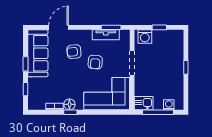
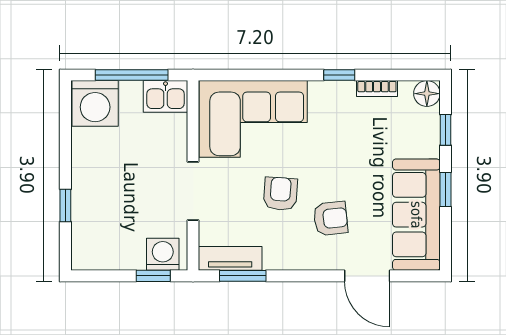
door: (59, 27) -> (367, 276), hinge flipped
window: (159, 27) -> (153, 276), moved
tv unit: (106, 35) -> (230, 258), moved
window: (186, 67) -> (65, 206), moved
floor lamp: (69, 104) -> (427, 94), moved
washing machine: (169, 105) -> (95, 103), width x1.89, depth x1.89

